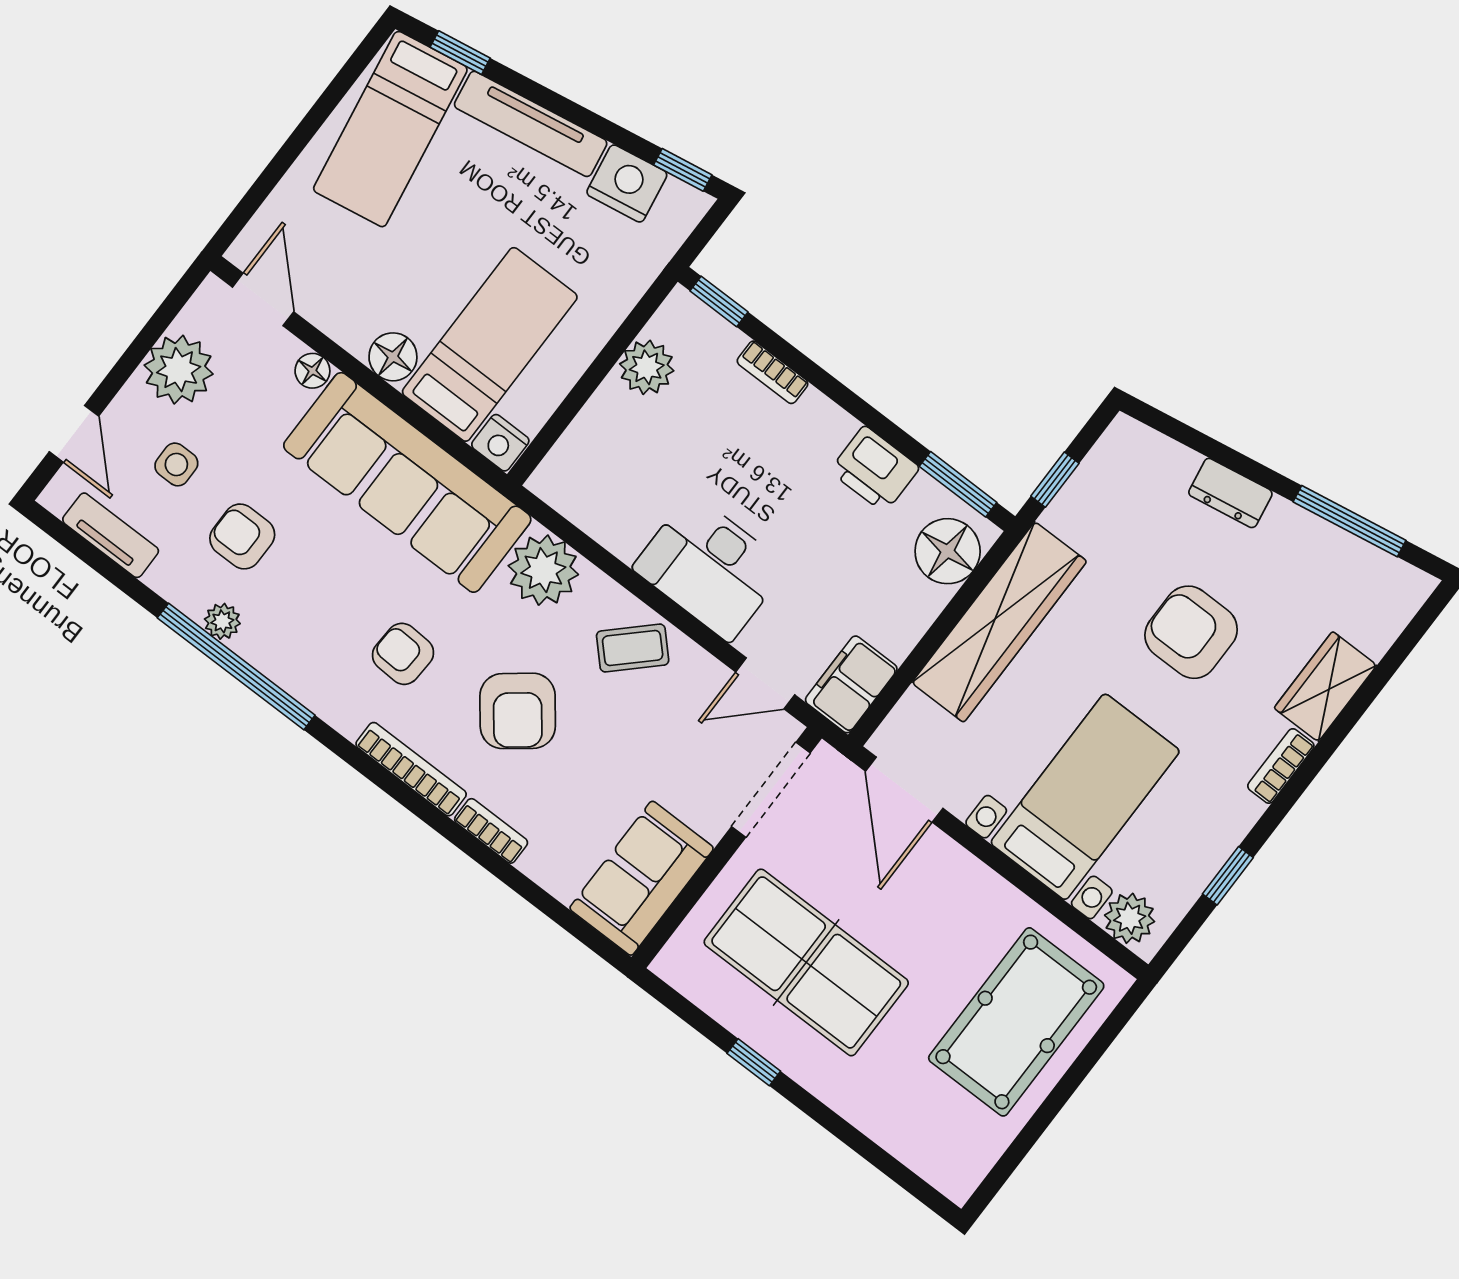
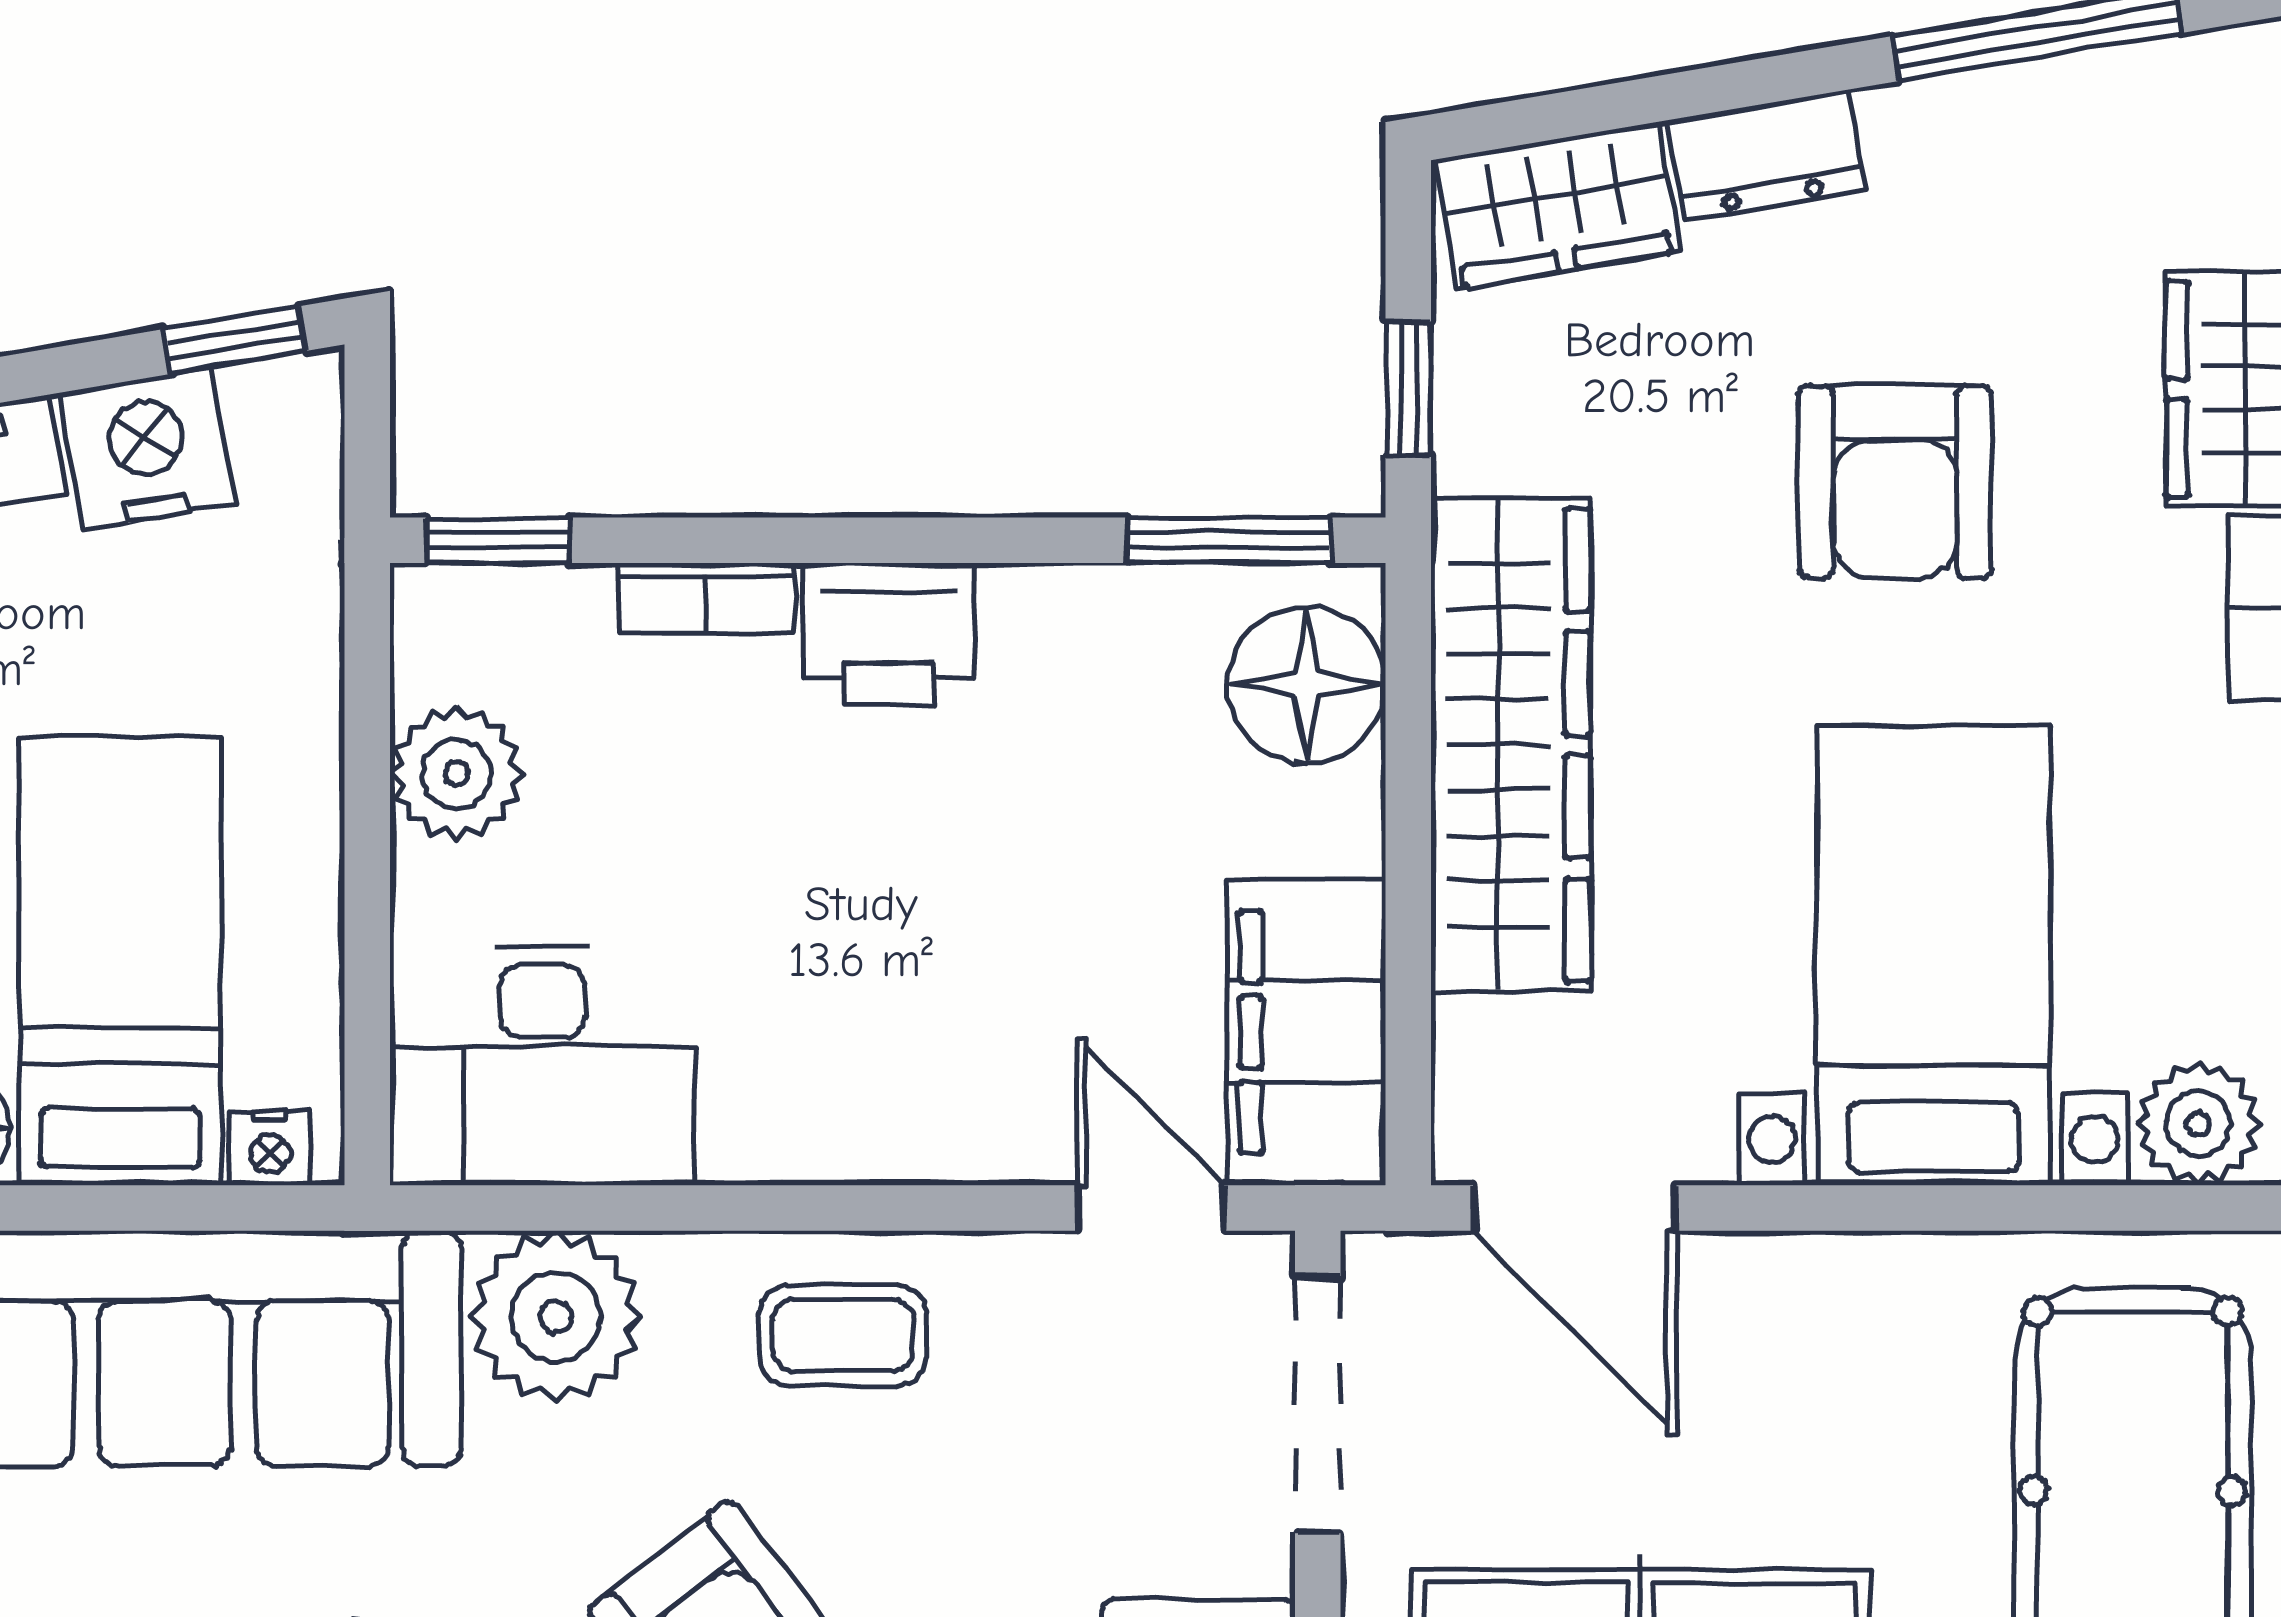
nightstand: (500, 443) -> (270, 1148), width x0.72, depth x0.74
wardrobe: (1150, 457) -> (1557, 206), added
printer: (874, 469) -> (889, 634), moved
desk: (710, 567) -> (542, 1065), moved
armchair: (1191, 632) -> (1895, 482), turned -90
coffee table: (633, 648) -> (843, 1335), turned 44
door: (765, 683) -> (1150, 1208), swing flipped
filing cabinet: (851, 684) -> (1306, 1032), width x1.50, depth x1.17

